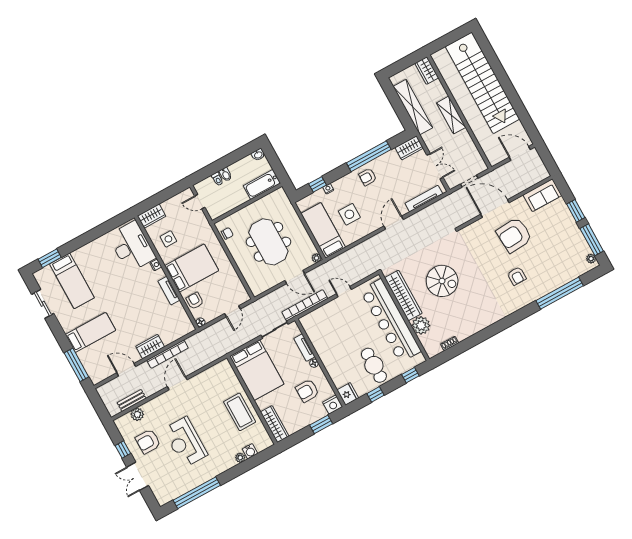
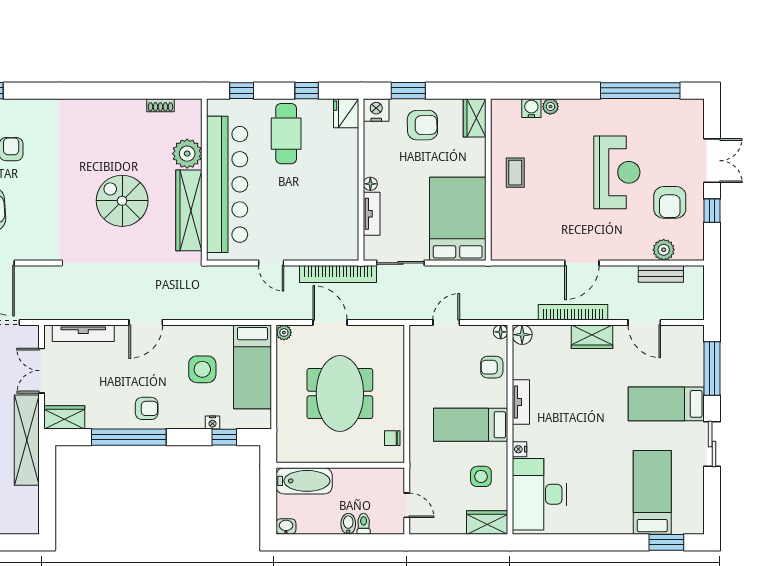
shelving: (413, 107) -> (27, 440), moved
bed: (192, 268) -> (471, 425), width x0.67
armchair: (195, 301) -> (492, 367), turned 90
sliding door: (43, 304) -> (712, 444), moved
floor lamp: (188, 327) -> (522, 335), added
armchair: (307, 391) -> (422, 125), moved
coffee table: (240, 412) -> (515, 173), width x0.54, depth x0.58
wardrobe: (275, 424) -> (475, 118), width x0.67
armchair: (148, 441) -> (670, 202), turned 90

